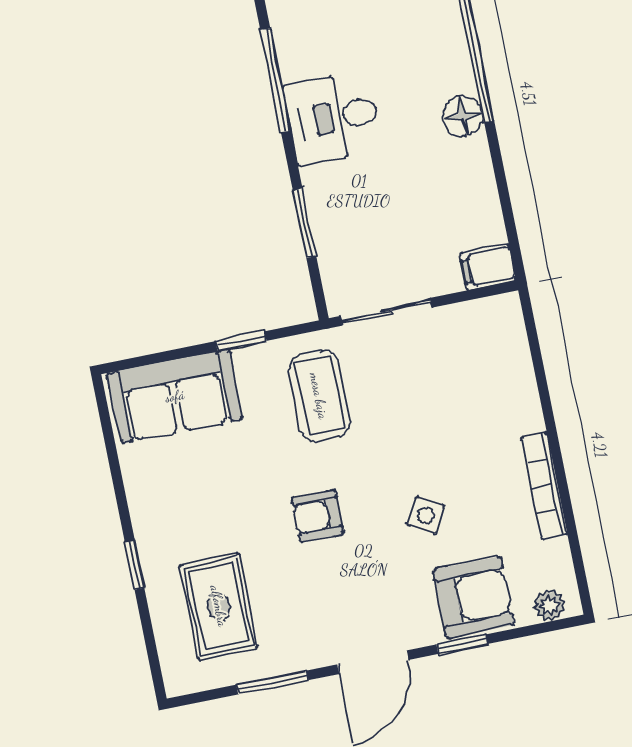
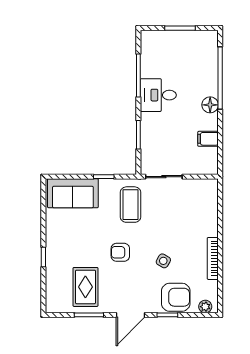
filing cabinet: (488, 267) -> (208, 139), moved
rug: (219, 606) -> (85, 287), moved

